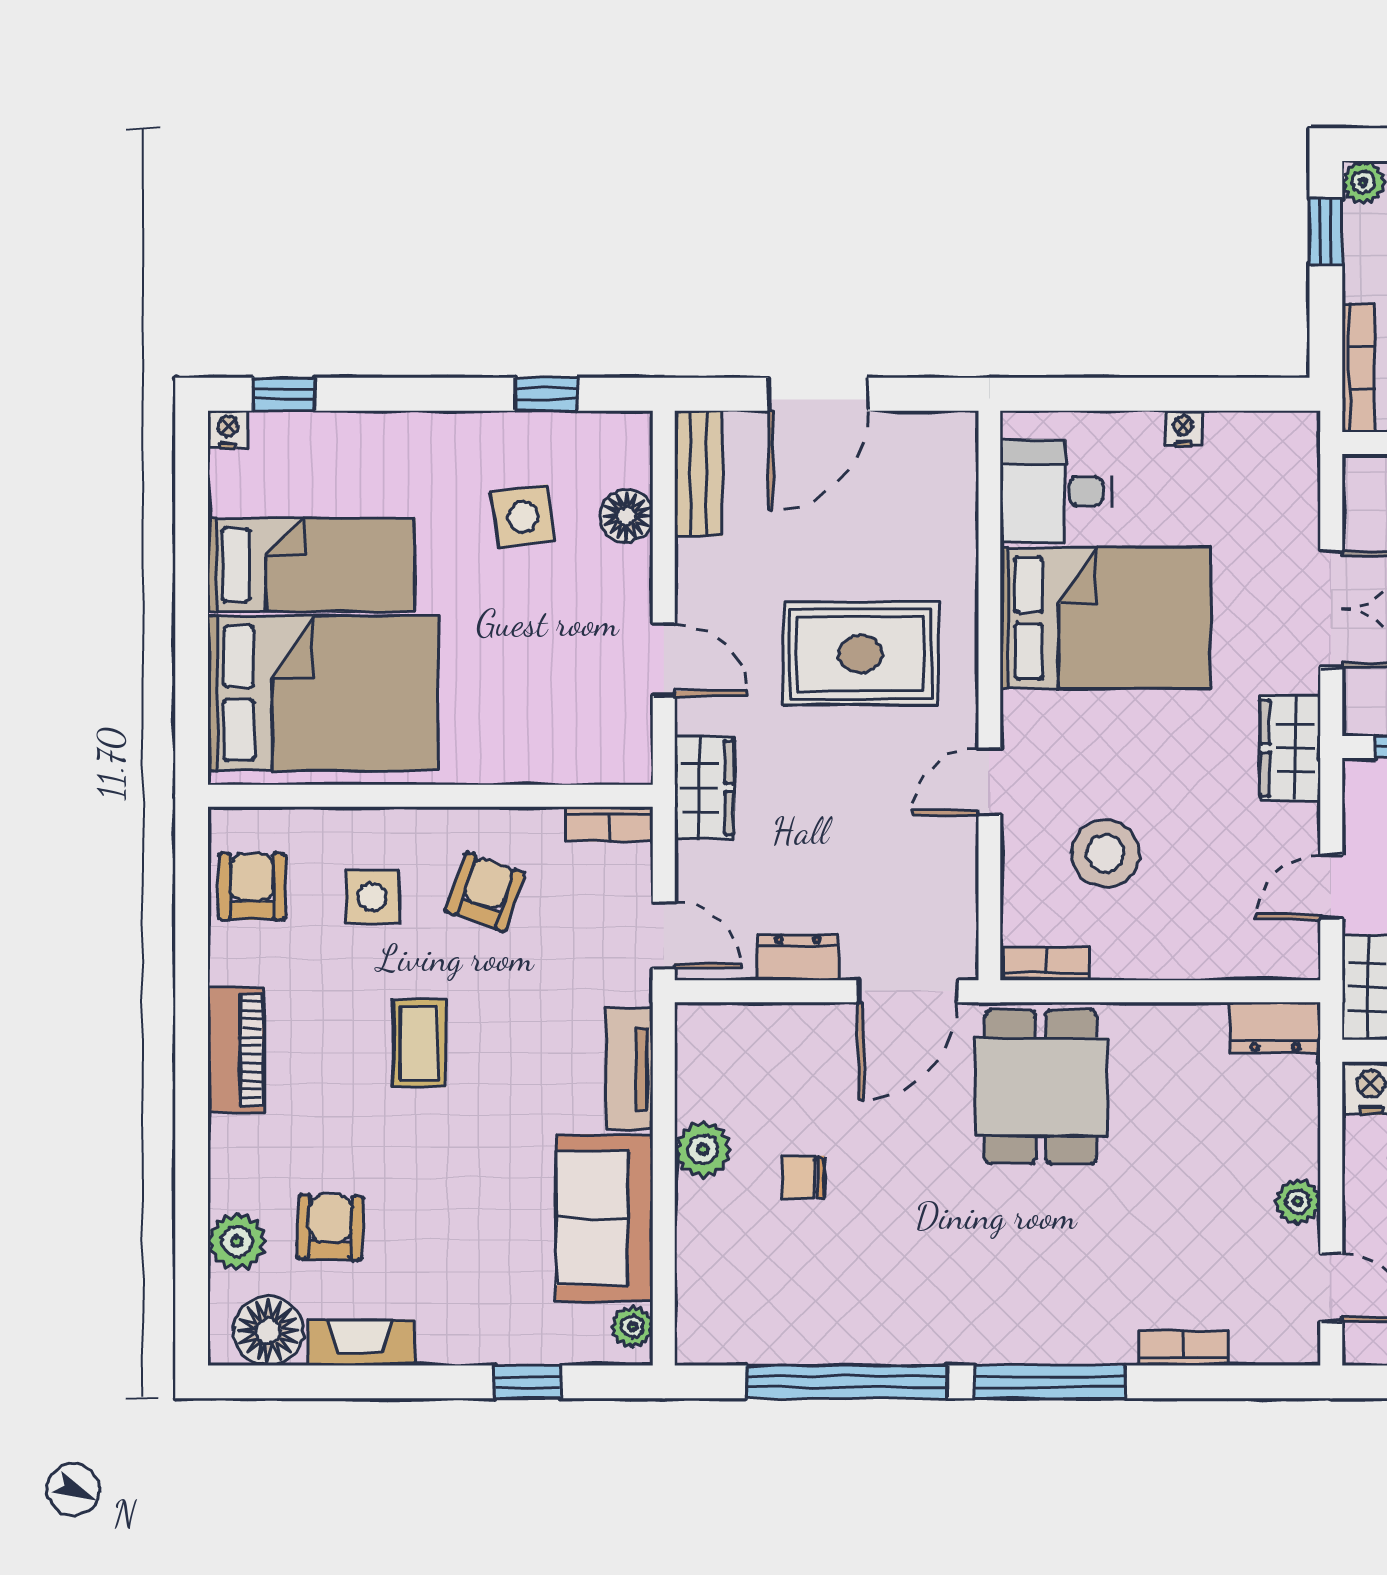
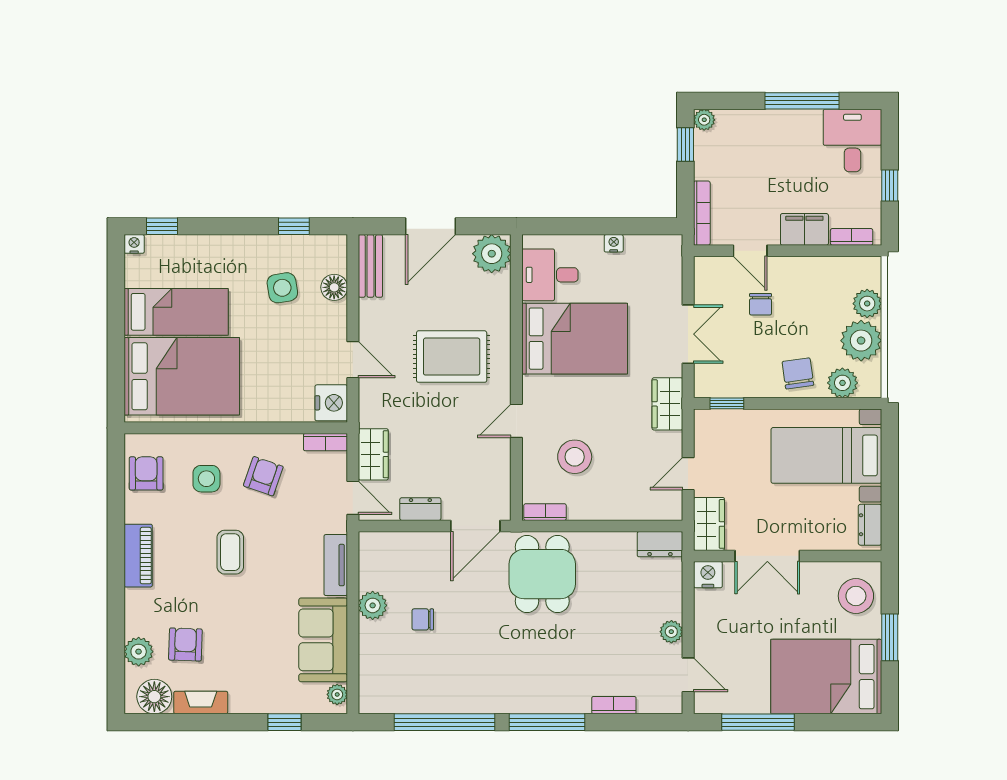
plant: (940, 449) -> (492, 254), added
nightstand: (621, 746) -> (331, 403), added
wardrobe: (704, 788) -> (373, 454), moved

